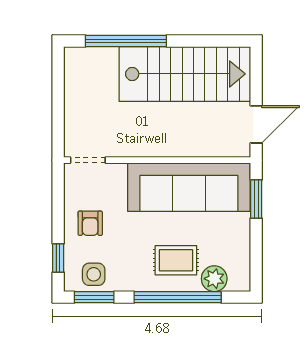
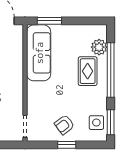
sofa: (189, 187) -> (39, 53), width x0.74, depth x0.79
armchair: (90, 223) -> (64, 125), turned 143
window: (58, 258) -> (67, 145), moved

